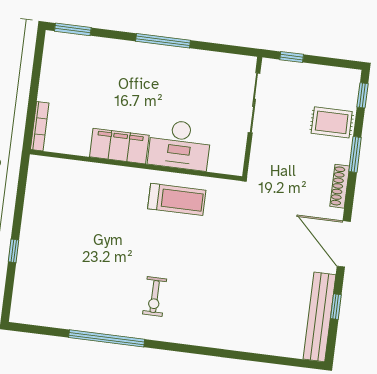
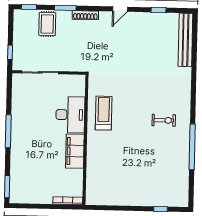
door: (344, 244) -> (120, 9), width x0.53
window: (14, 251) -> (161, 209), moved
bench: (319, 317) -> (185, 40), moved, turned 90

